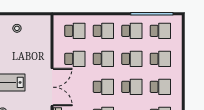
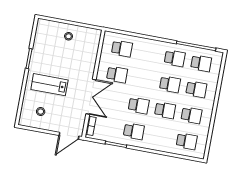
school desk: (103, 31) -> (148, 53), removed
school desk: (103, 59) -> (143, 79), removed

